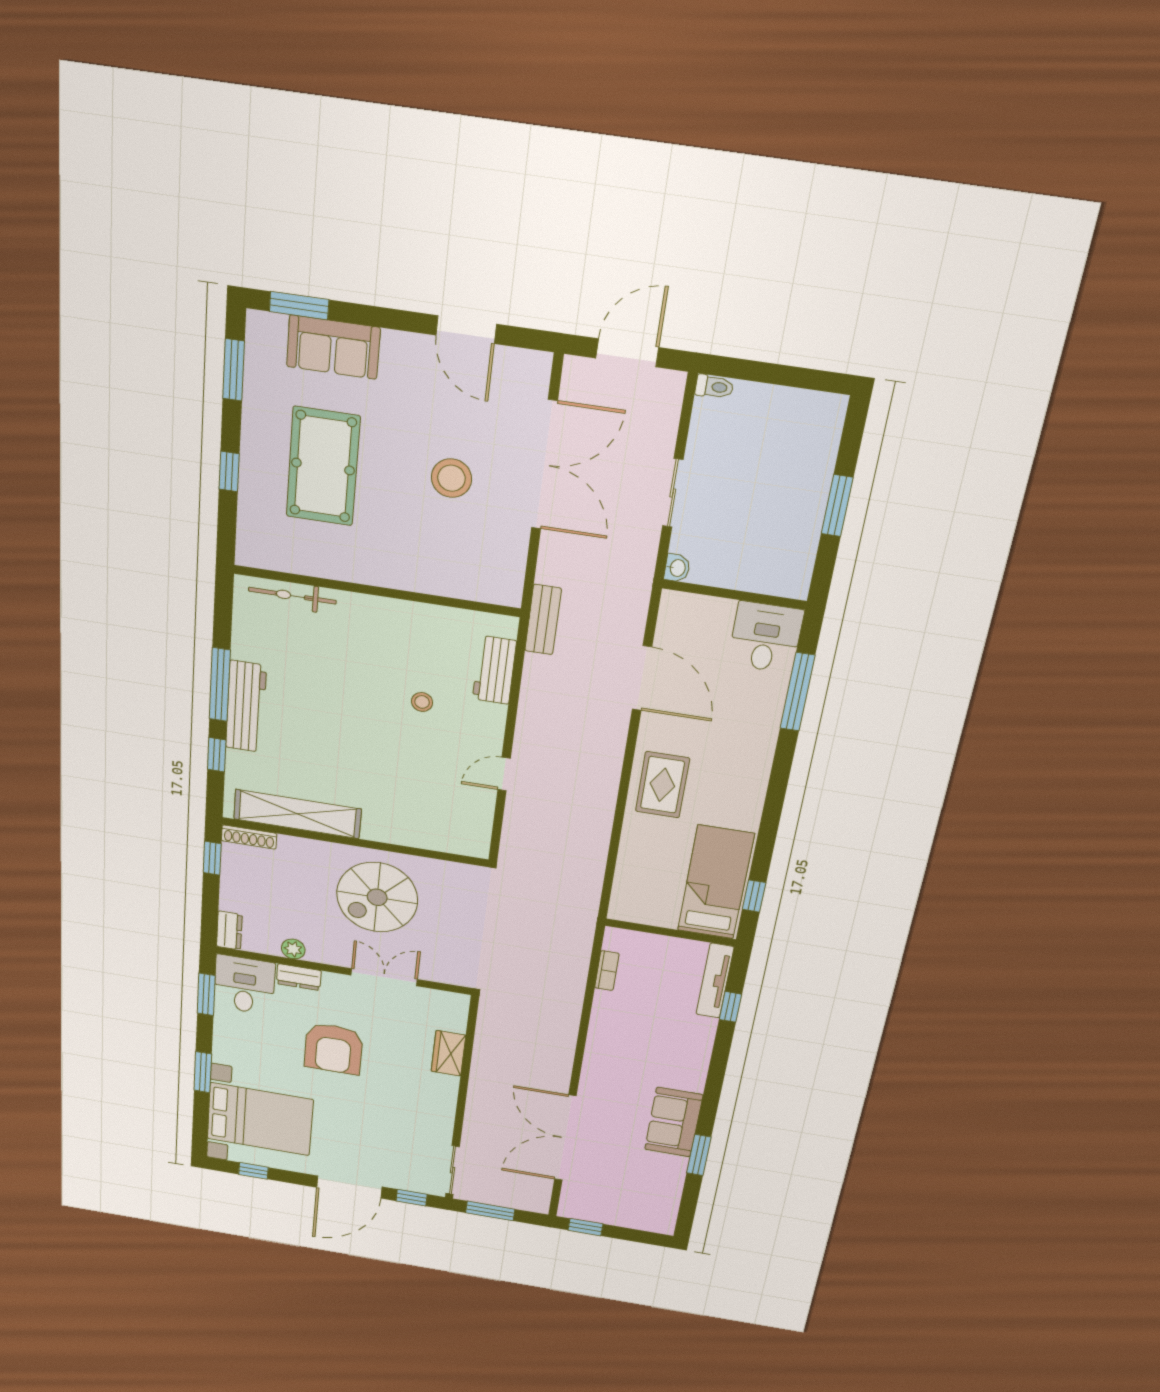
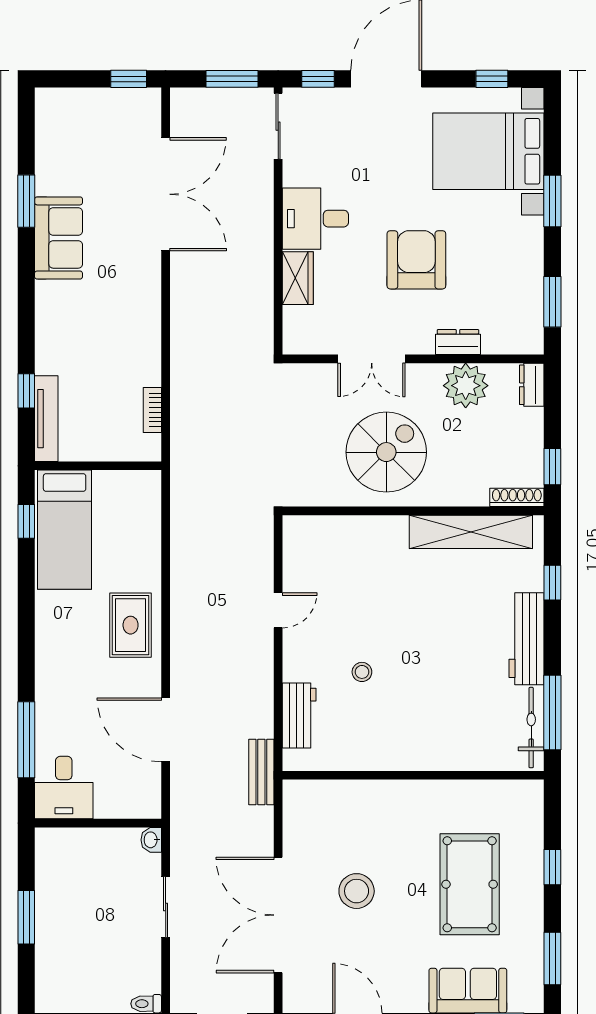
bicycle: (292, 596) -> (531, 728), moved, turned -90
window: (220, 685) -> (552, 712), moved
plant: (293, 949) -> (466, 386), width x1.88, depth x1.88
desk: (244, 985) -> (315, 219), moved, turned 90

